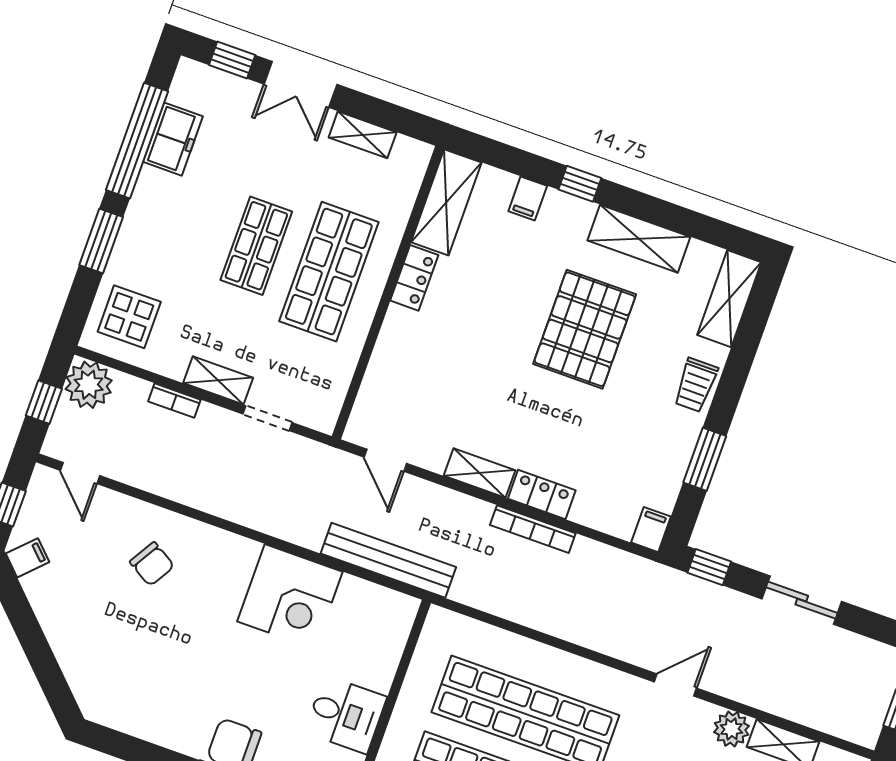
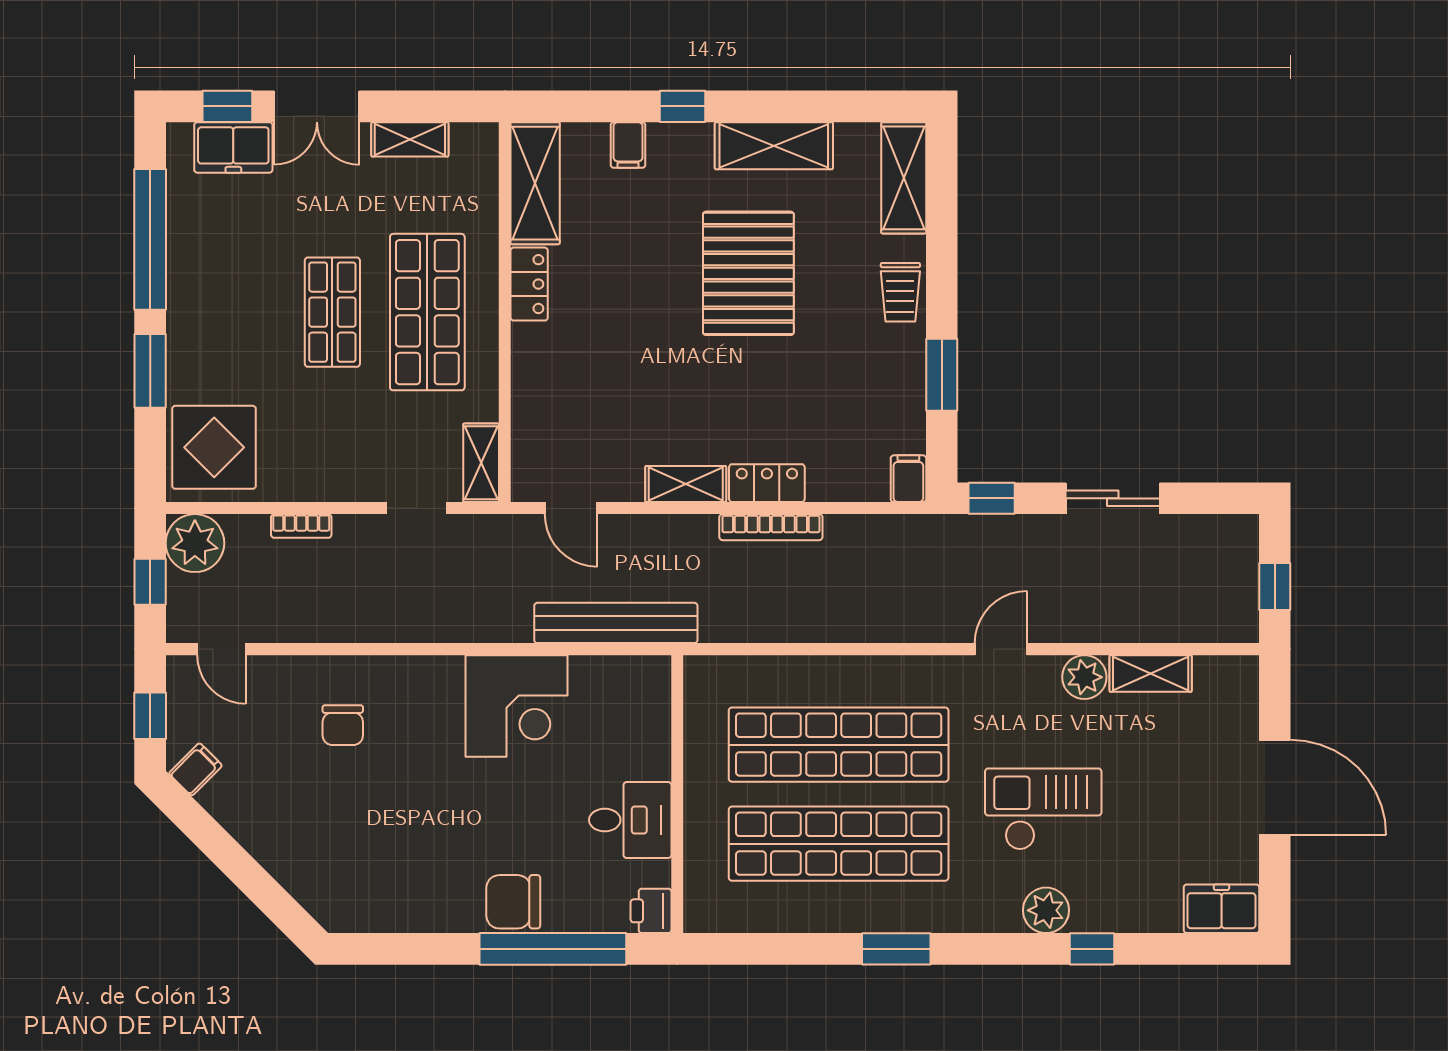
freezer: (173, 139) -> (233, 147), moved, turned 90
display table: (129, 317) -> (214, 447), width x1.36, depth x1.36
shelving: (218, 380) -> (481, 463), moved, turned 90
chair: (152, 564) -> (343, 725), turned 59

